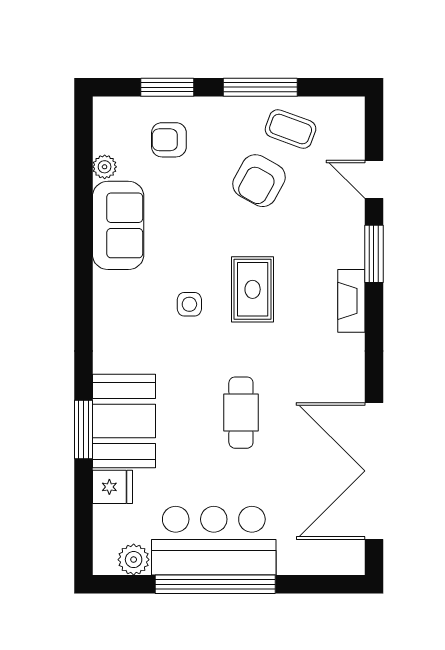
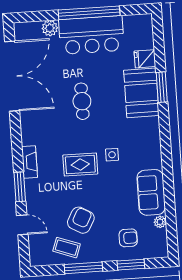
rug: (253, 289) -> (80, 164), turned 90
plant: (134, 560) -> (50, 28), moved

